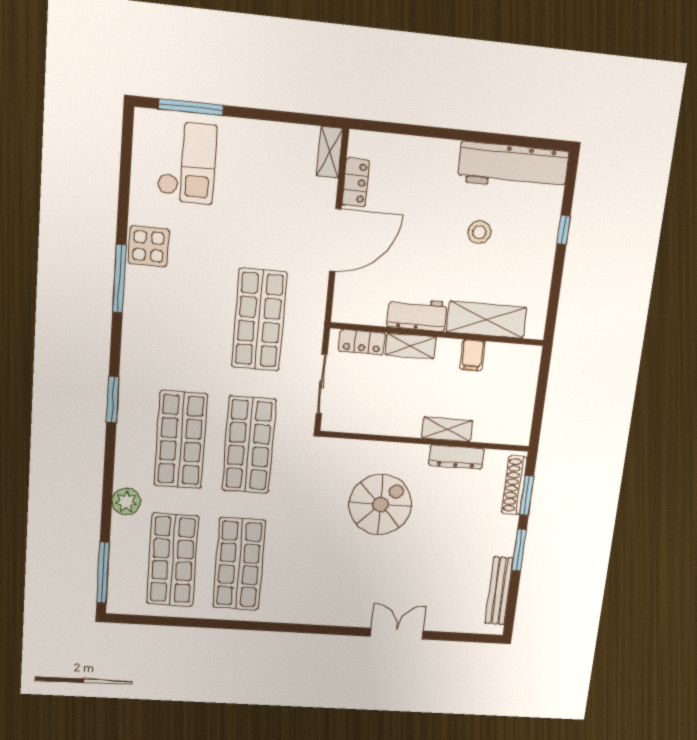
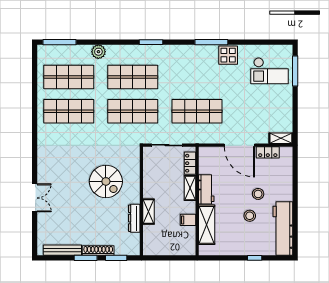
stool: (438, 211) -> (258, 194), added
shoe rack: (514, 485) -> (98, 251), moved

